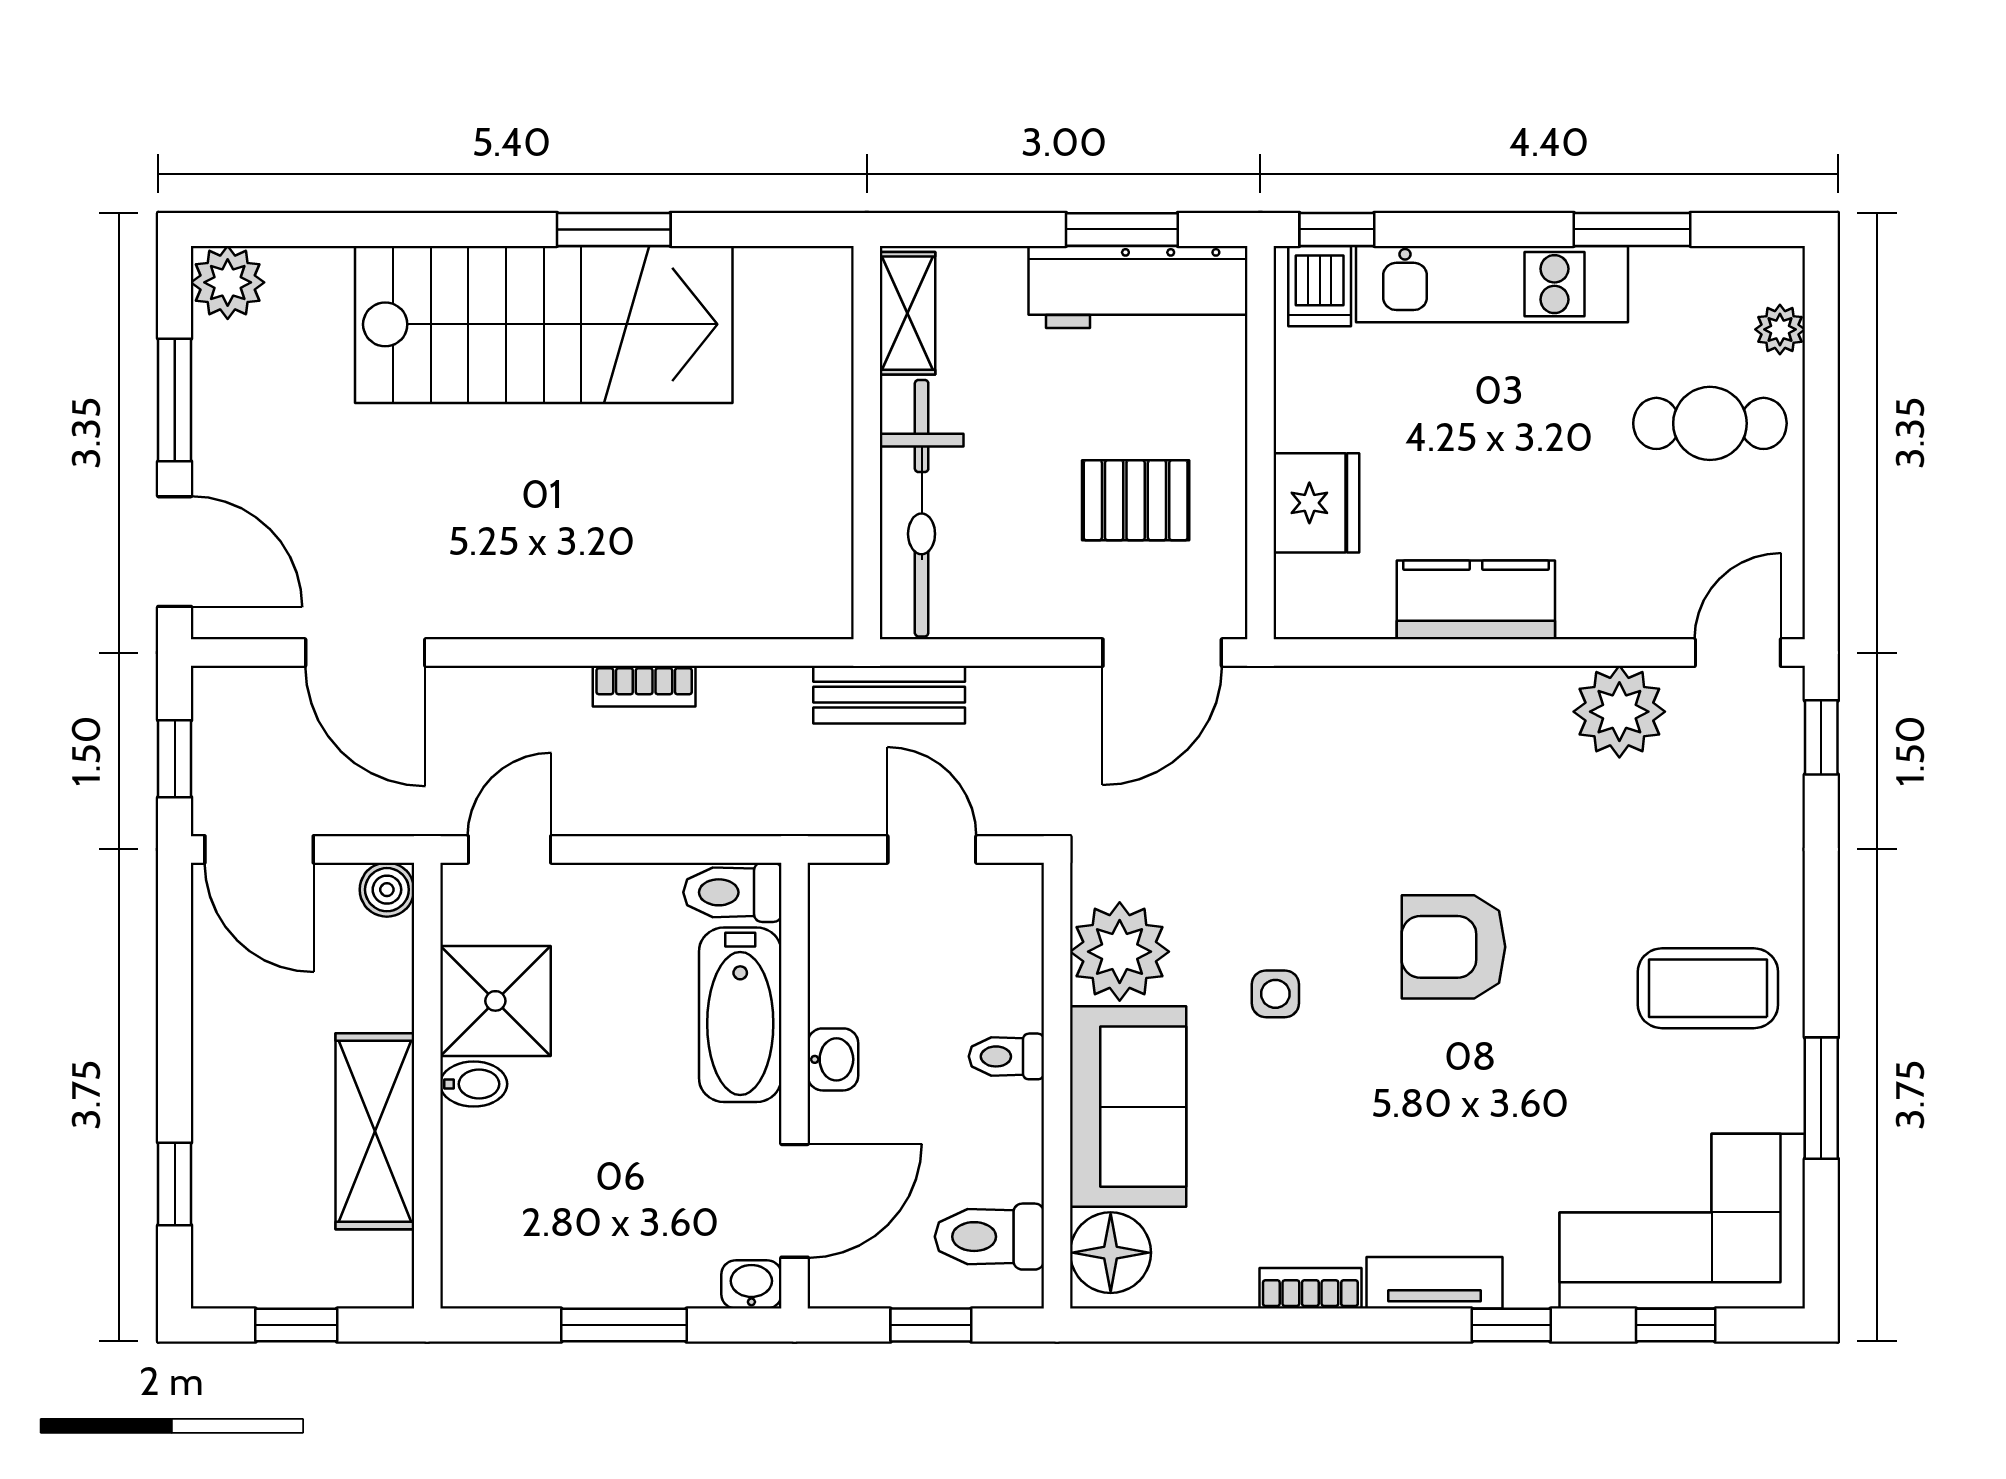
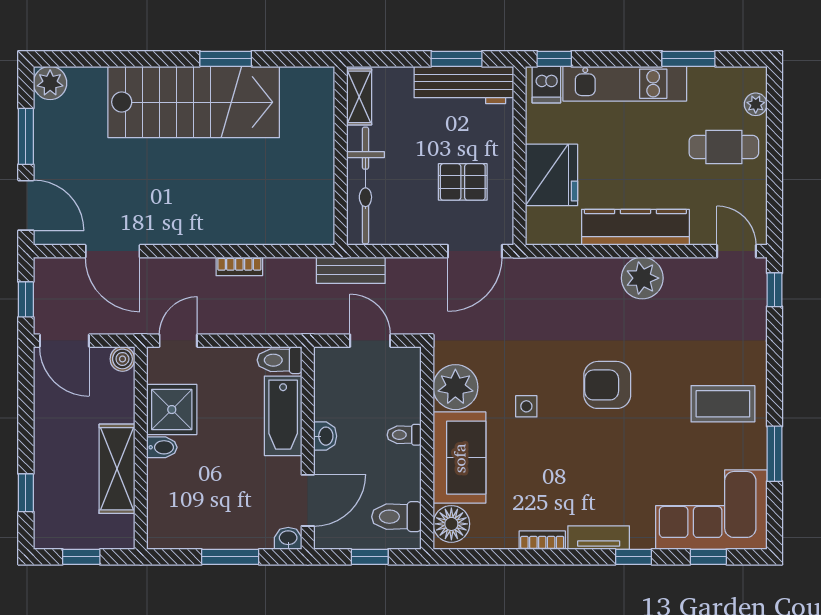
fridge: (1316, 503) -> (552, 175), width x1.36, depth x1.34
kitchen counter: (1476, 600) -> (635, 227), width x1.50
door: (1738, 653) -> (737, 251), hinge flipped
plant: (1619, 712) -> (642, 278), moved

